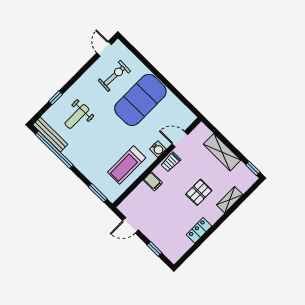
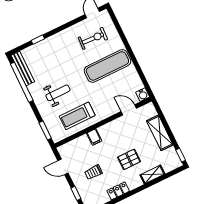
exercise mat: (140, 100) -> (107, 66), width x0.68
weight bench: (77, 117) -> (58, 93), moved, turned 180
water cooler: (158, 149) -> (143, 95), moved
trolley: (171, 162) -> (93, 172), moved

